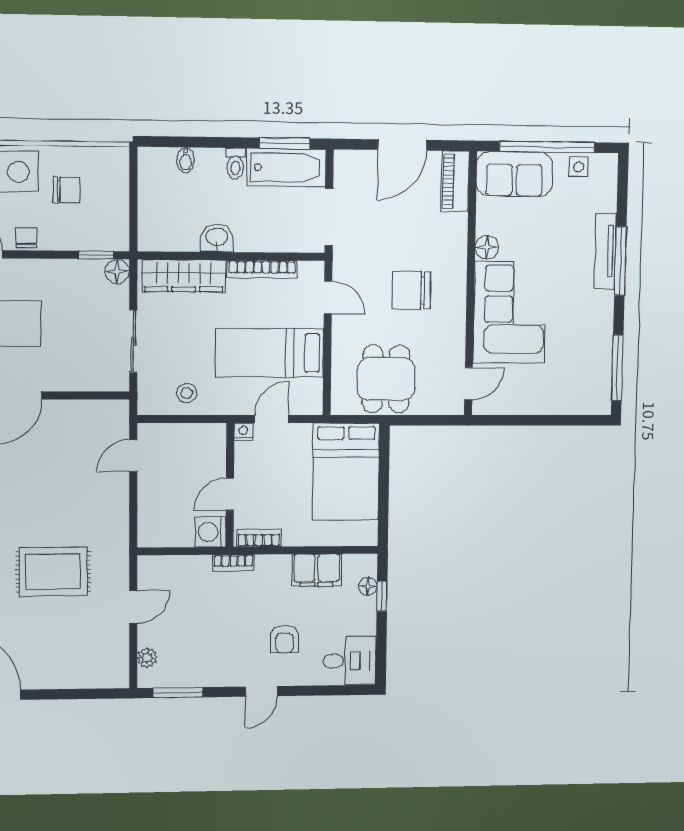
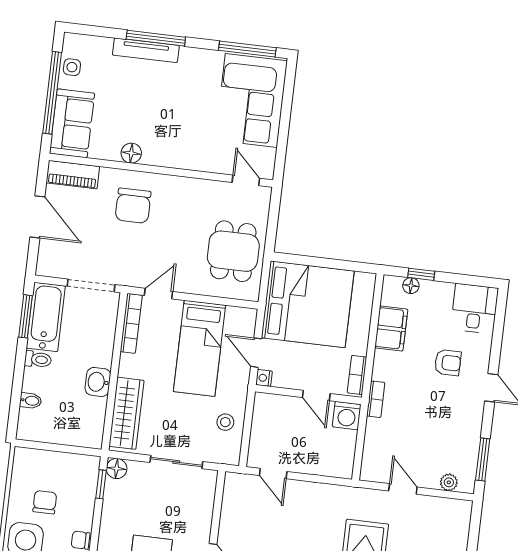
bookcase: (262, 269) -> (131, 323), moved
chair: (411, 290) -> (133, 206), moved
corner sofa: (510, 313) -> (251, 100), moved, turned -90
dining table: (386, 379) -> (233, 251), turned 90
bed: (346, 472) -> (308, 304), width x1.36

